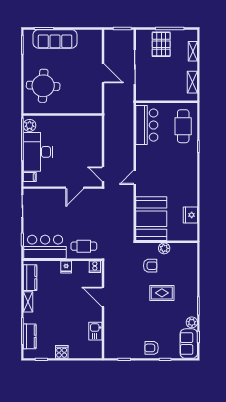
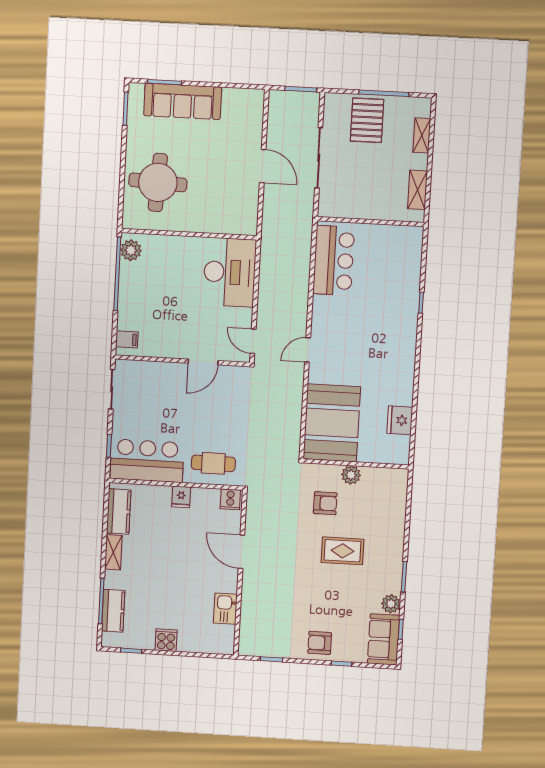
cafe table: (183, 126) -> (397, 266), removed
desk: (38, 152) -> (230, 272), moved, turned 180

